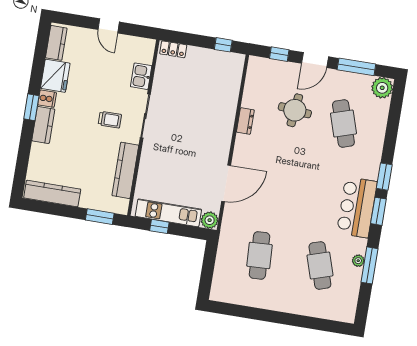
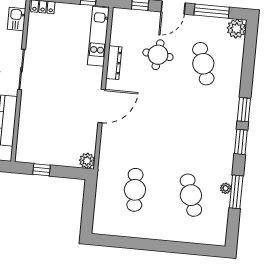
kitchen sink: (141, 76) -> (17, 19), moved
dresser: (245, 121) -> (114, 63), width x1.44
door: (226, 183) -> (102, 106), moved
bar counter: (357, 207) -> (221, 140), removed
kitchen unit: (168, 213) -> (98, 36), moved, turned -90

